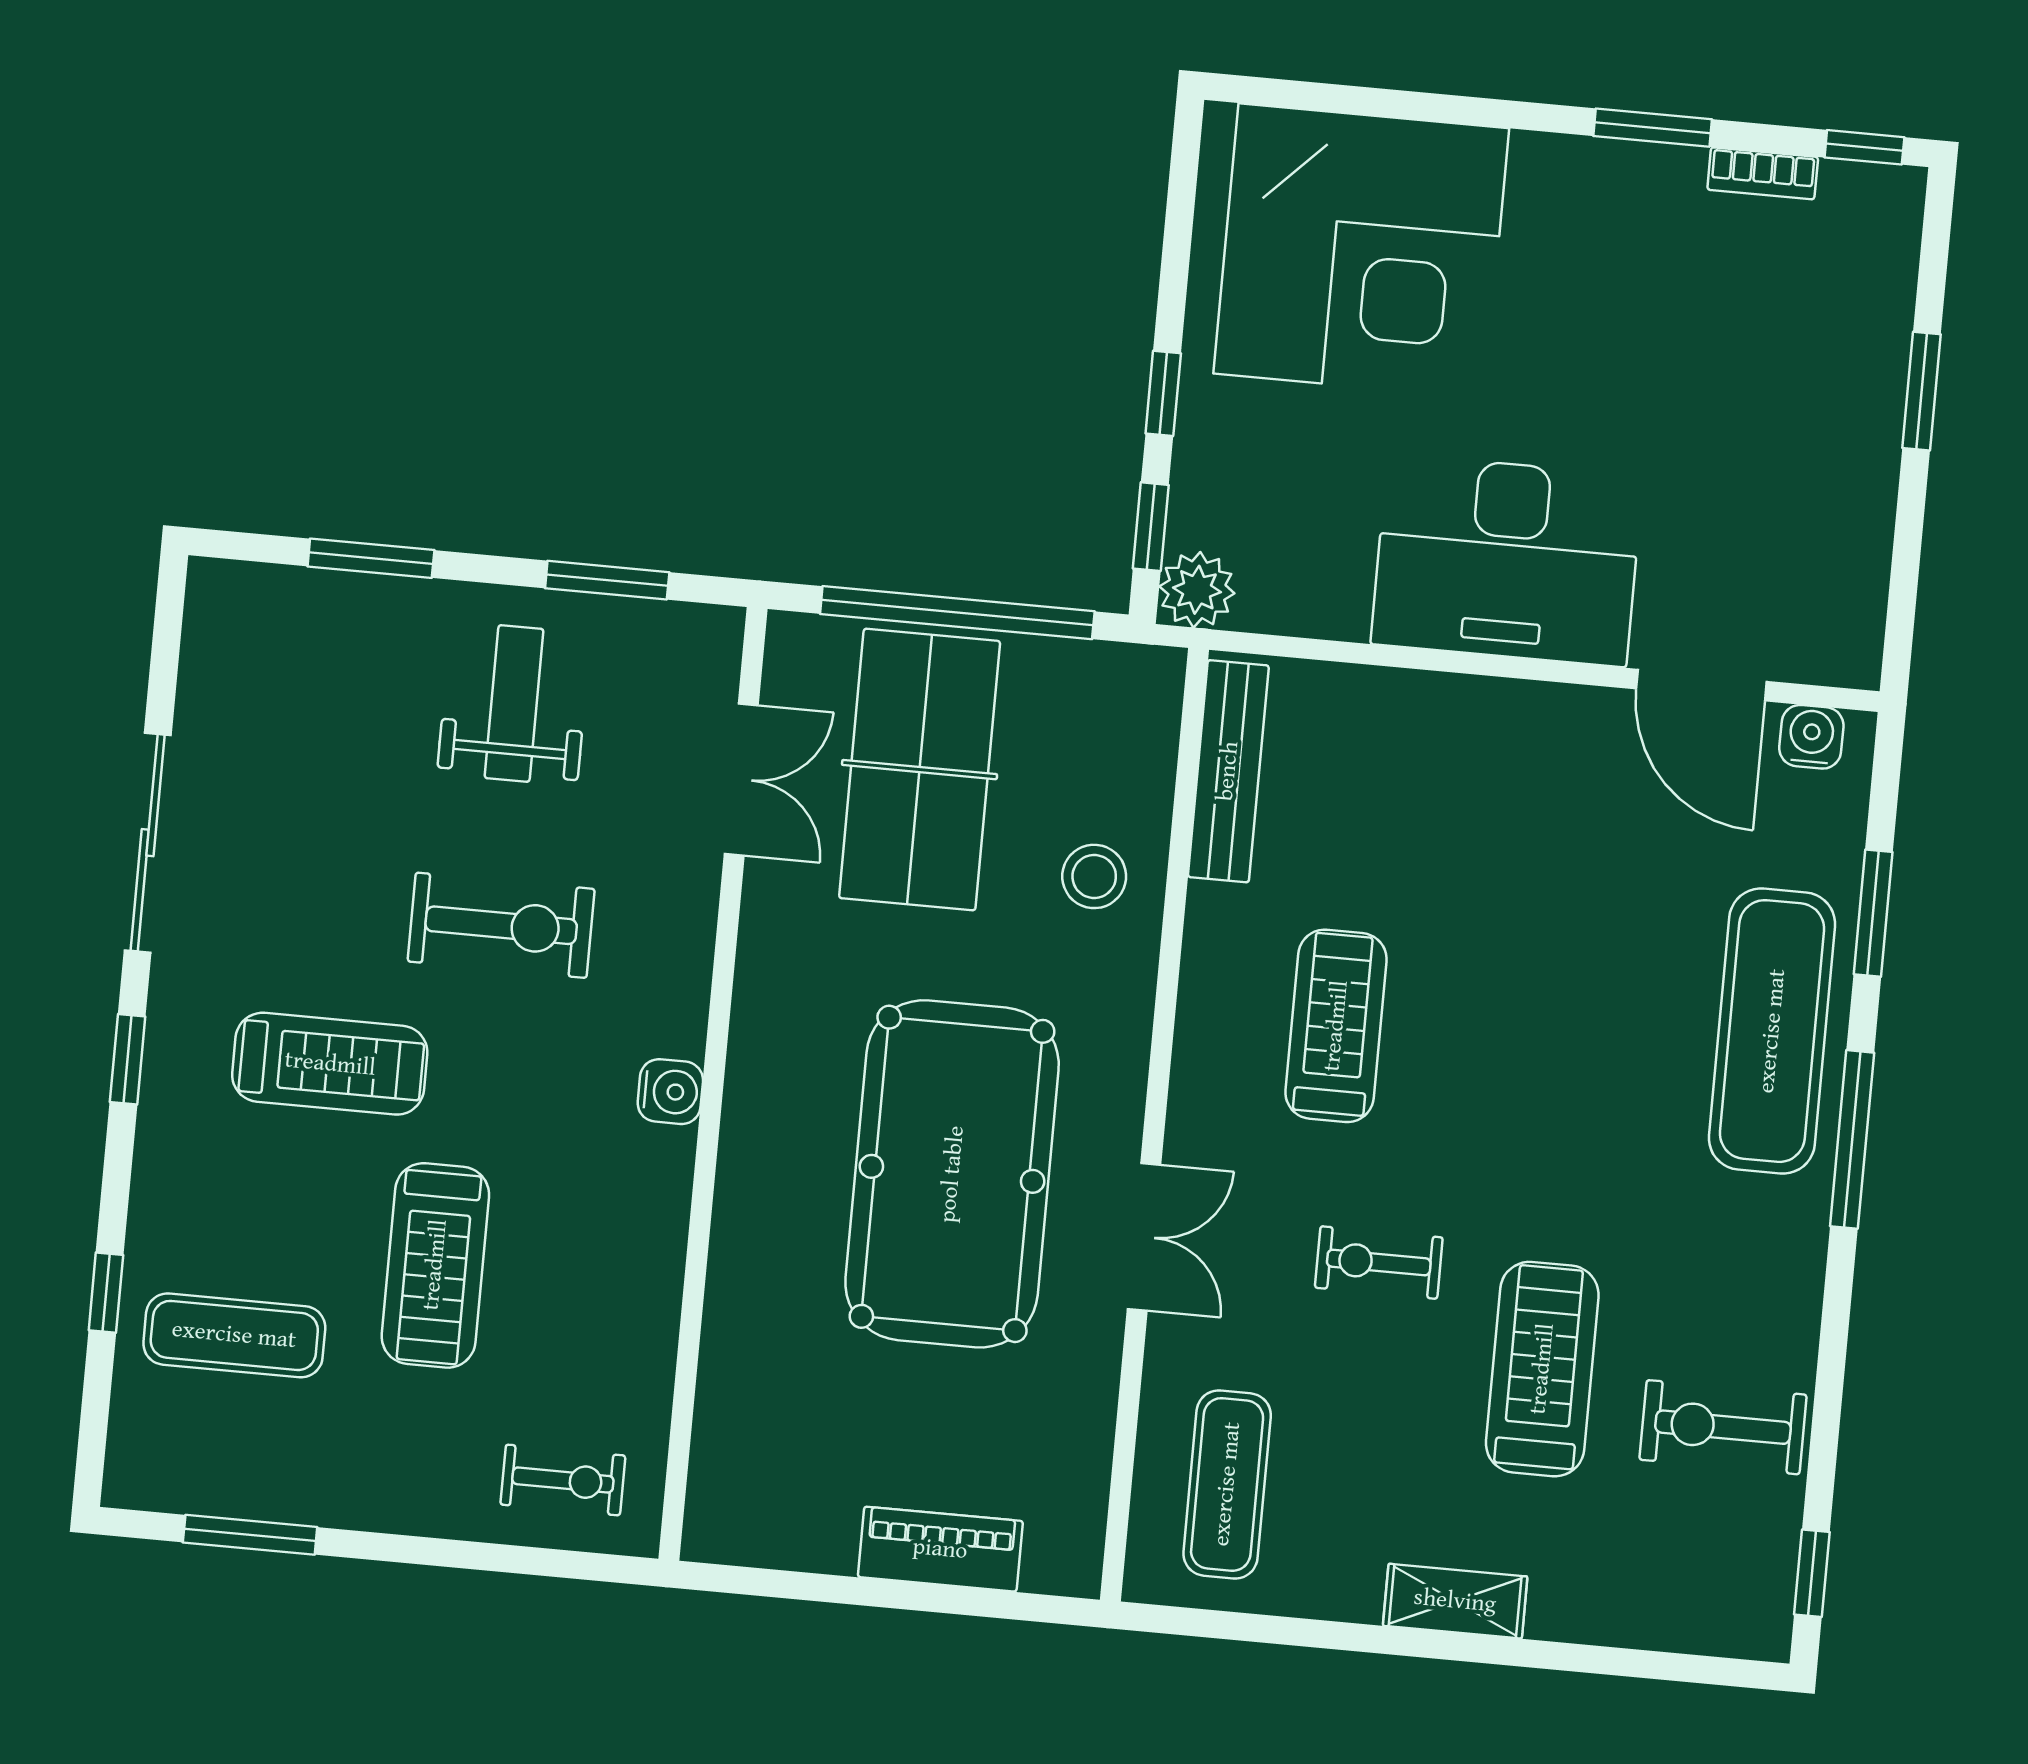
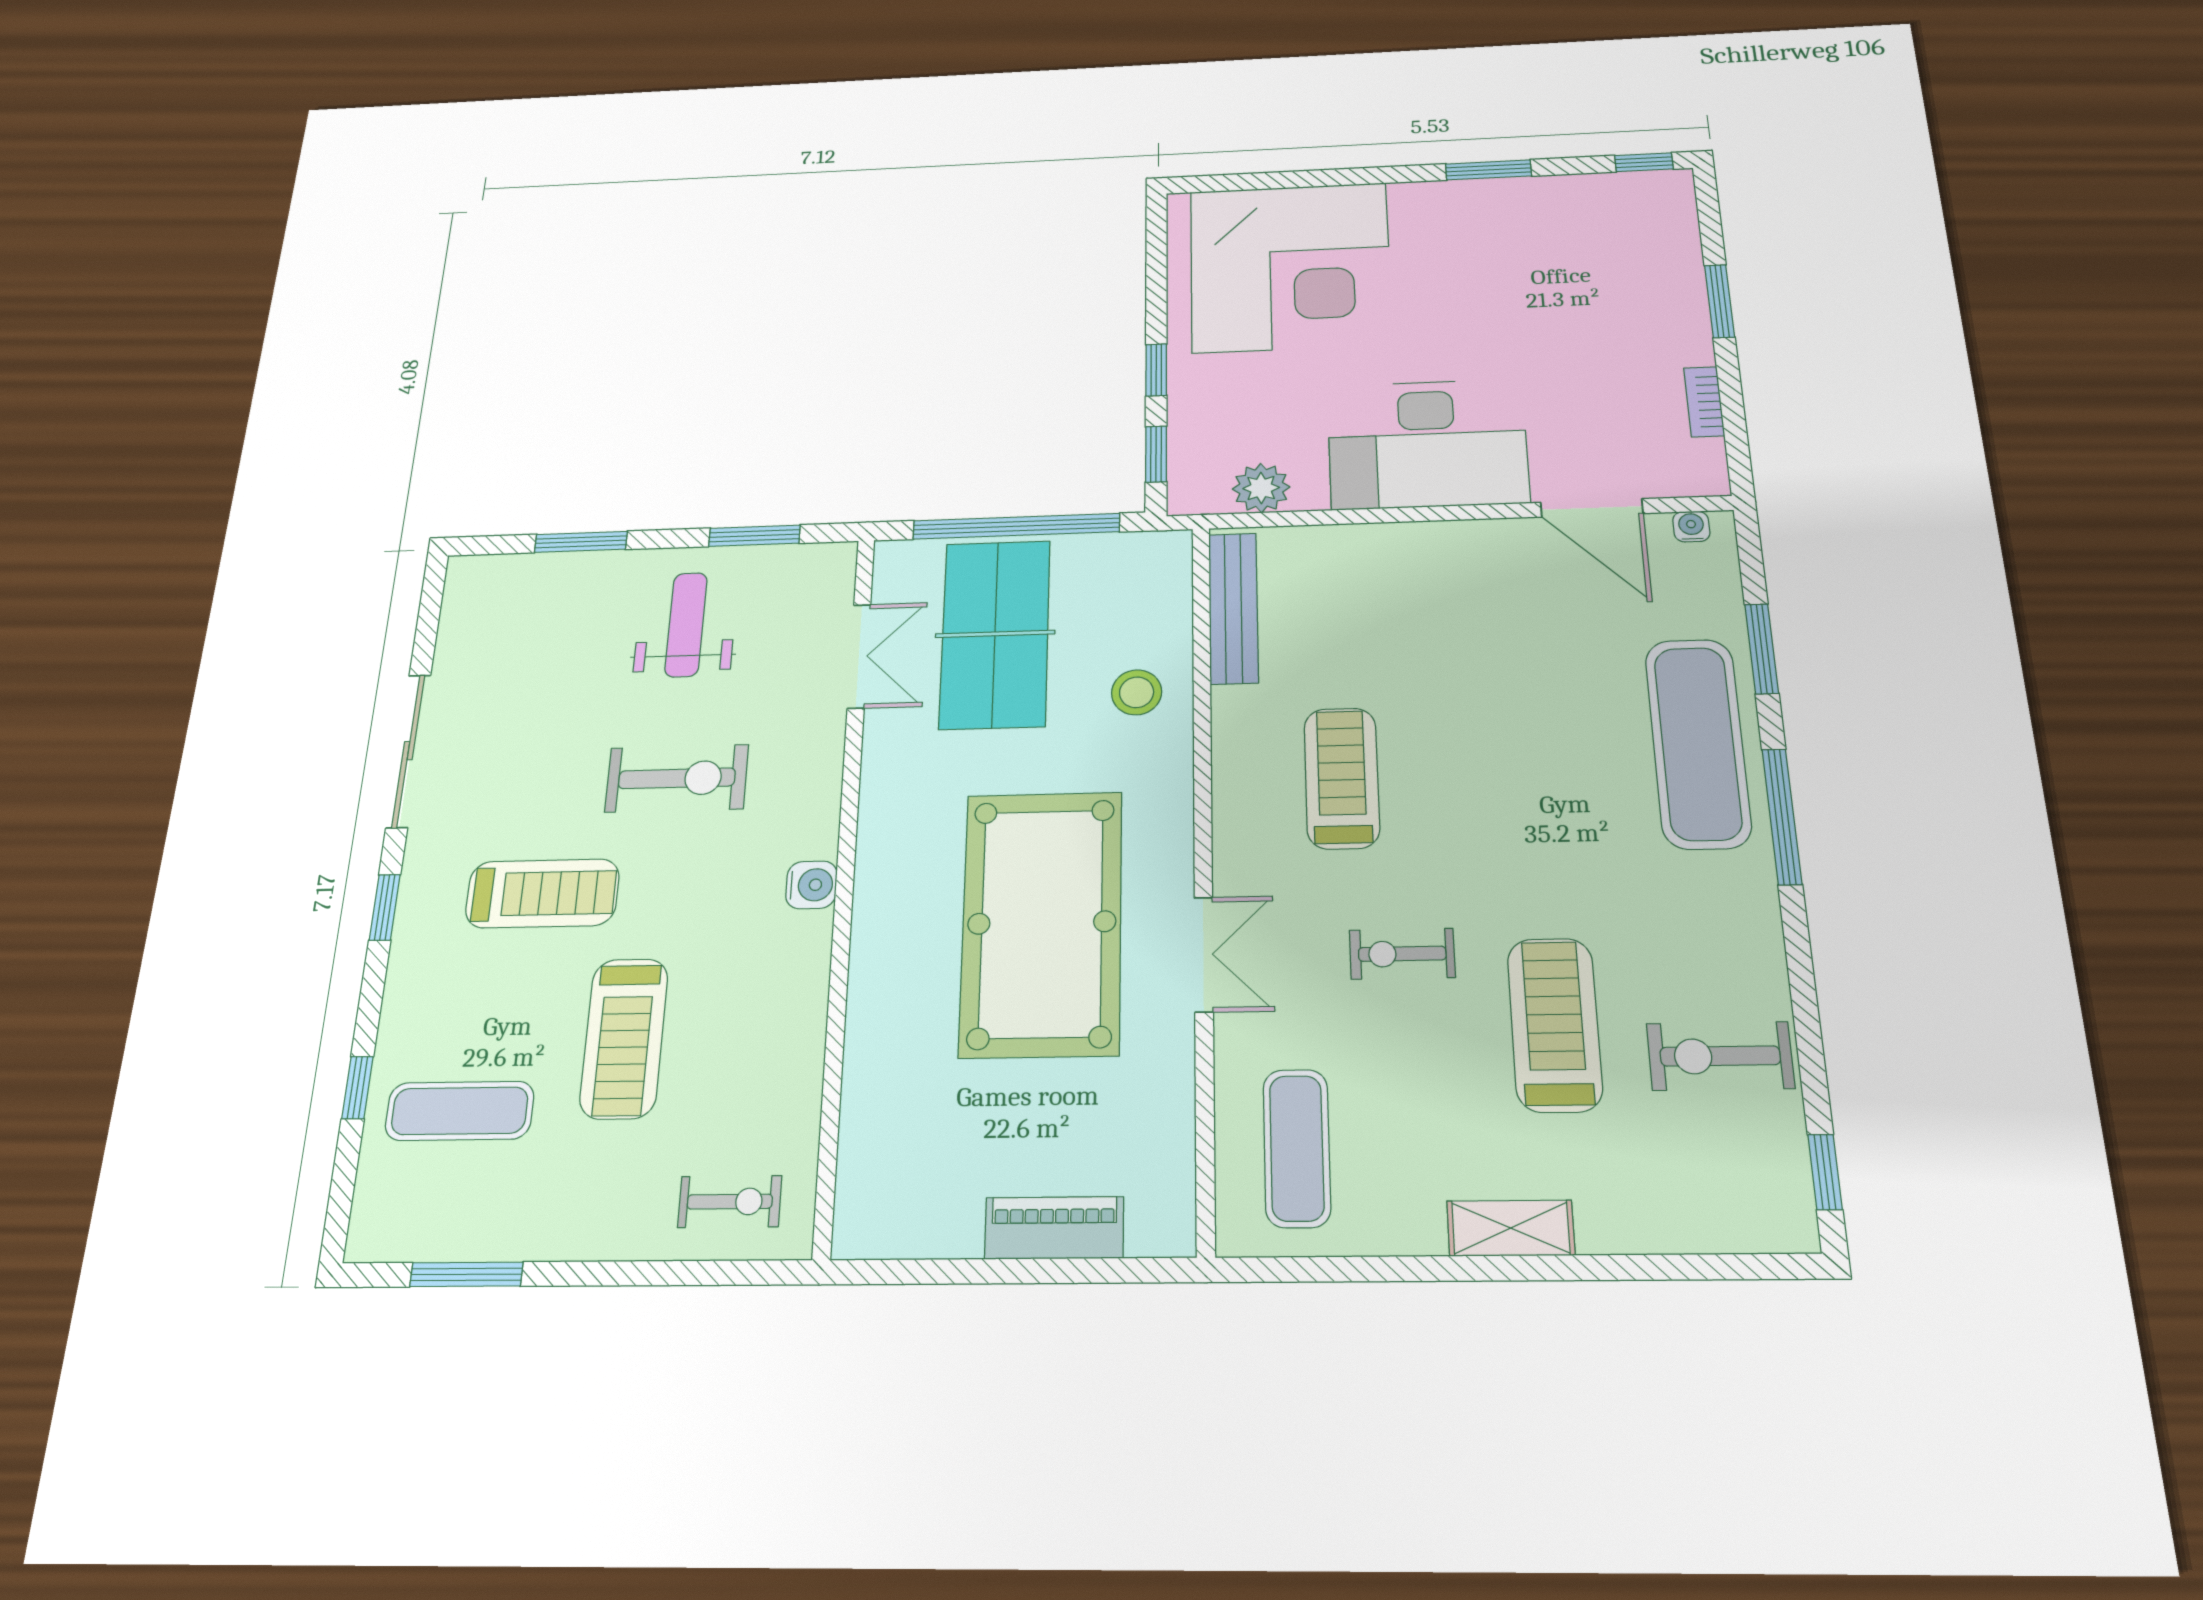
bookcase: (1763, 173) -> (1704, 402), moved, turned 90
plant: (1197, 590) -> (1261, 488), moved
water cooler: (1811, 737) -> (1691, 527), width x0.72, depth x0.72

